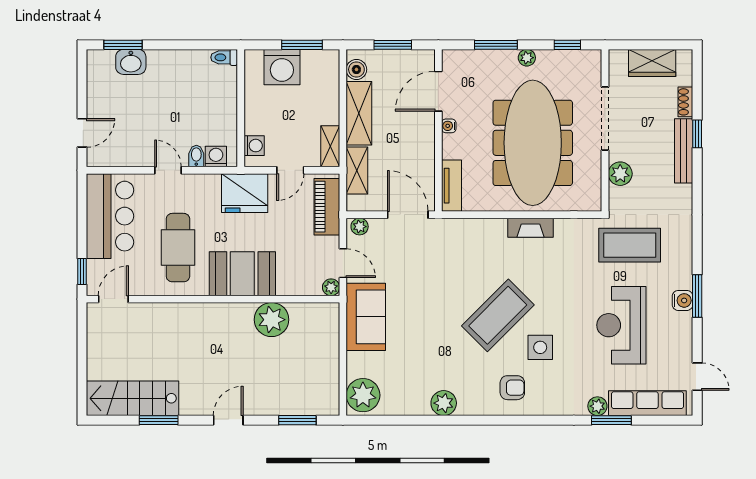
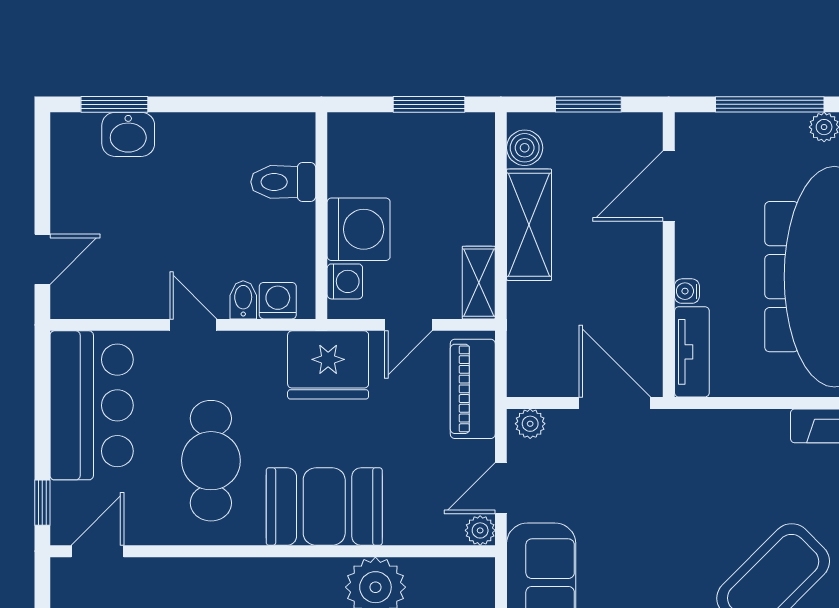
window: (496, 45) -> (770, 104), width x1.44
toilet: (224, 57) -> (283, 182), moved, width x1.37, depth x1.39
washing machine: (282, 67) -> (359, 229), moved, turned -90
water cooler: (449, 126) -> (687, 291), moved
shelving: (357, 170) -> (525, 325), removed
door: (343, 263) -> (501, 488), swing flipped

